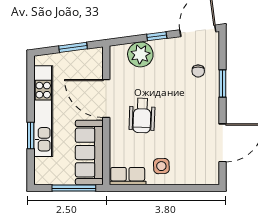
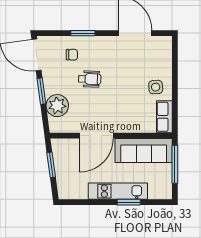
window: (157, 36) -> (41, 91), width x1.50
kitchen unit: (43, 111) -> (118, 191), width x0.73
wheelchair: (142, 116) -> (90, 79), moved, width x0.73, depth x0.73

